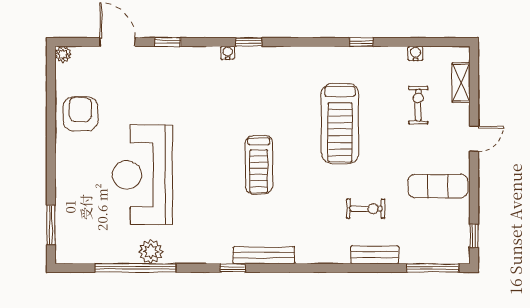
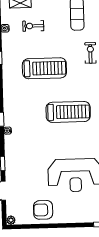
treadmill: (259, 165) -> (68, 112), width x1.37, depth x1.38

